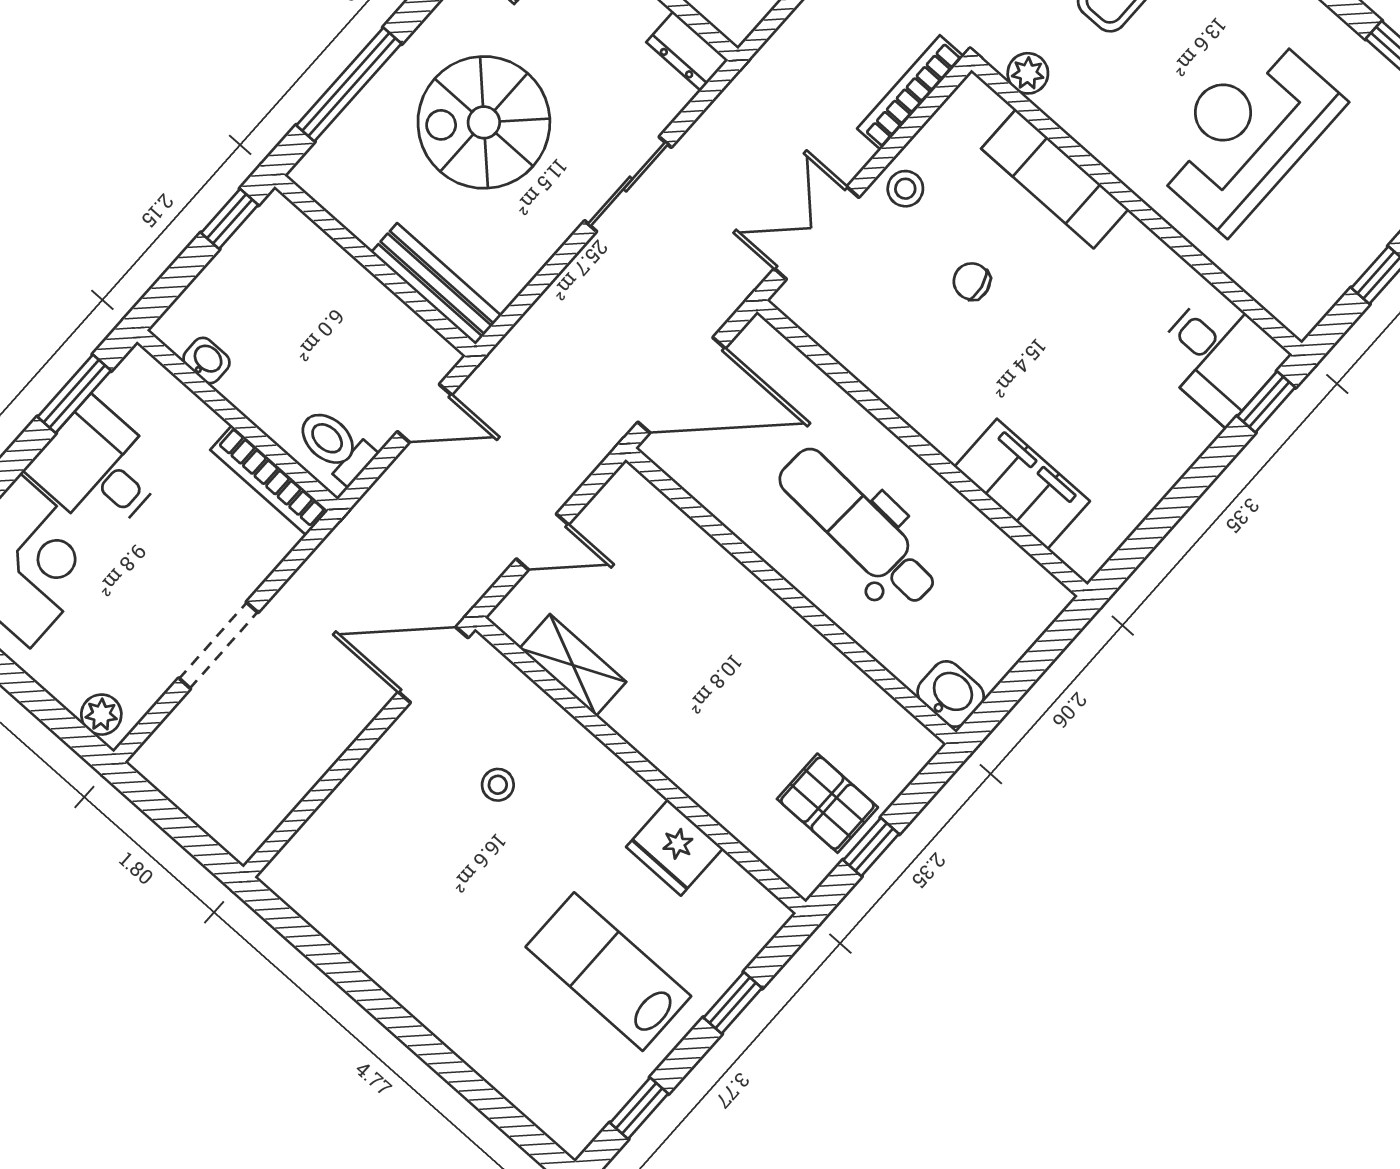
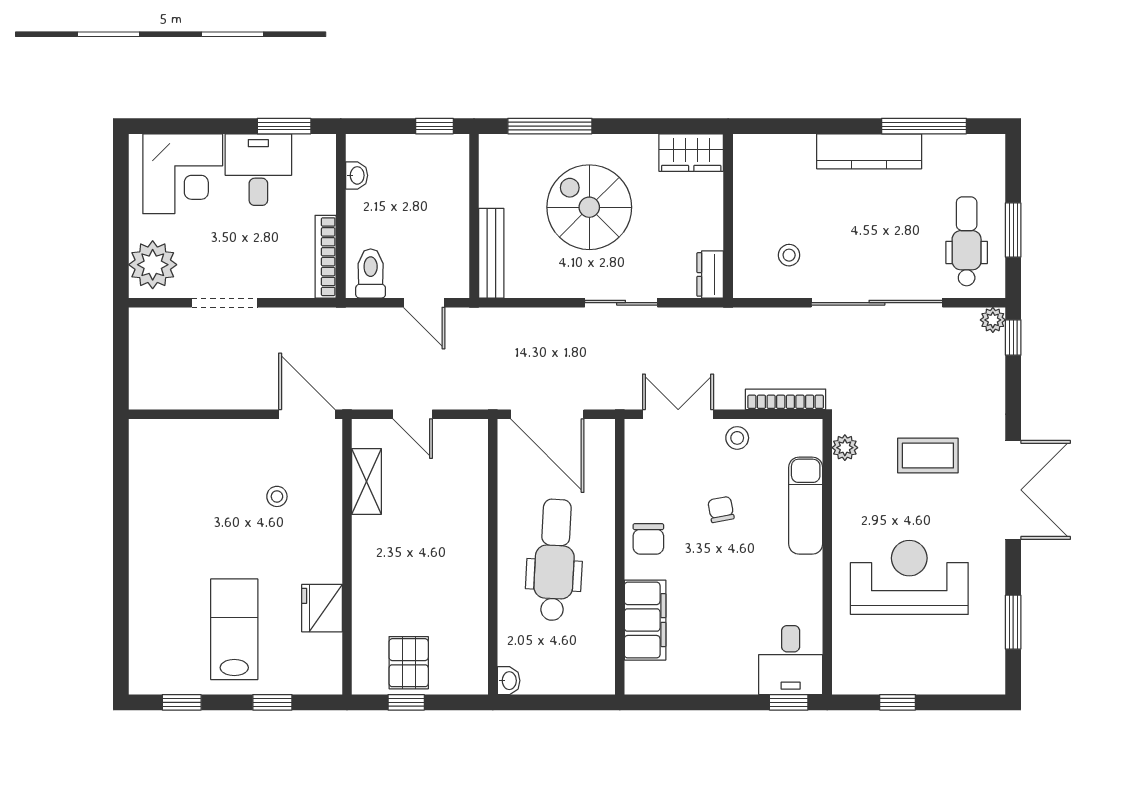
chair: (931, 396) -> (648, 539), added
washbasin: (951, 694) -> (509, 681), width x0.72, depth x0.69
plant: (101, 715) -> (153, 265), width x1.87, depth x1.87

